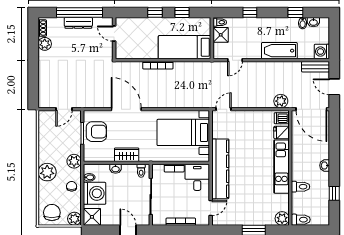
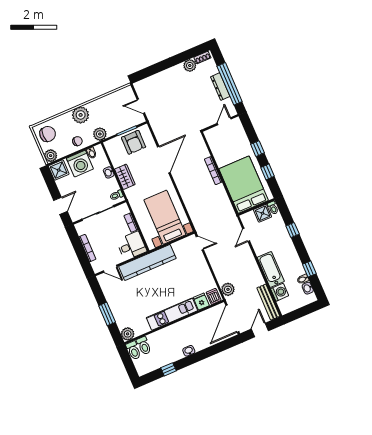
bed: (185, 47) -> (244, 185), width x1.50
washing machine: (322, 52) -> (280, 292), moved, turned 90
door: (235, 60) -> (246, 235), hinge flipped
bench: (315, 67) -> (268, 302), width x1.36
toilet: (301, 187) -> (144, 346), moved

